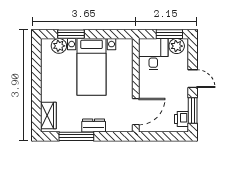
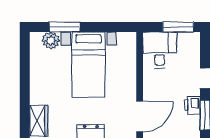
plant: (177, 46) -> (187, 41), removed
printer: (181, 119) -> (192, 105), moved

